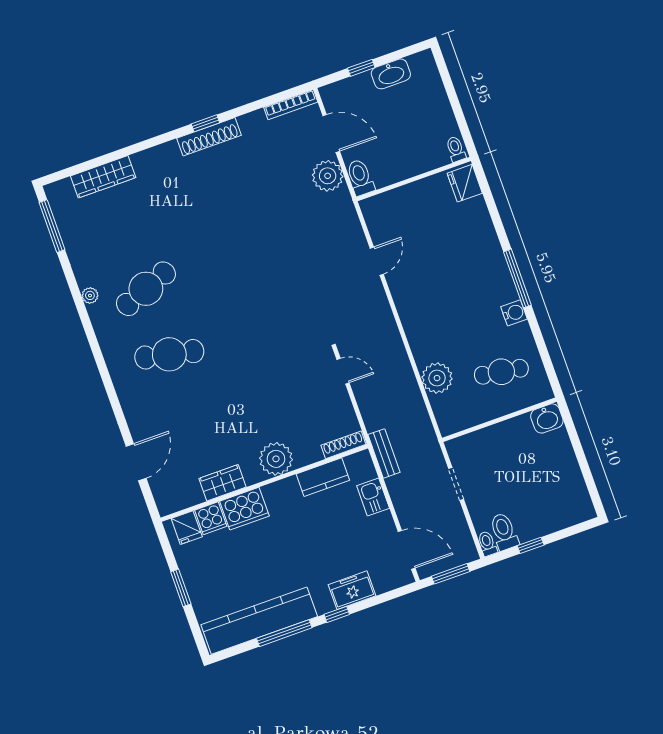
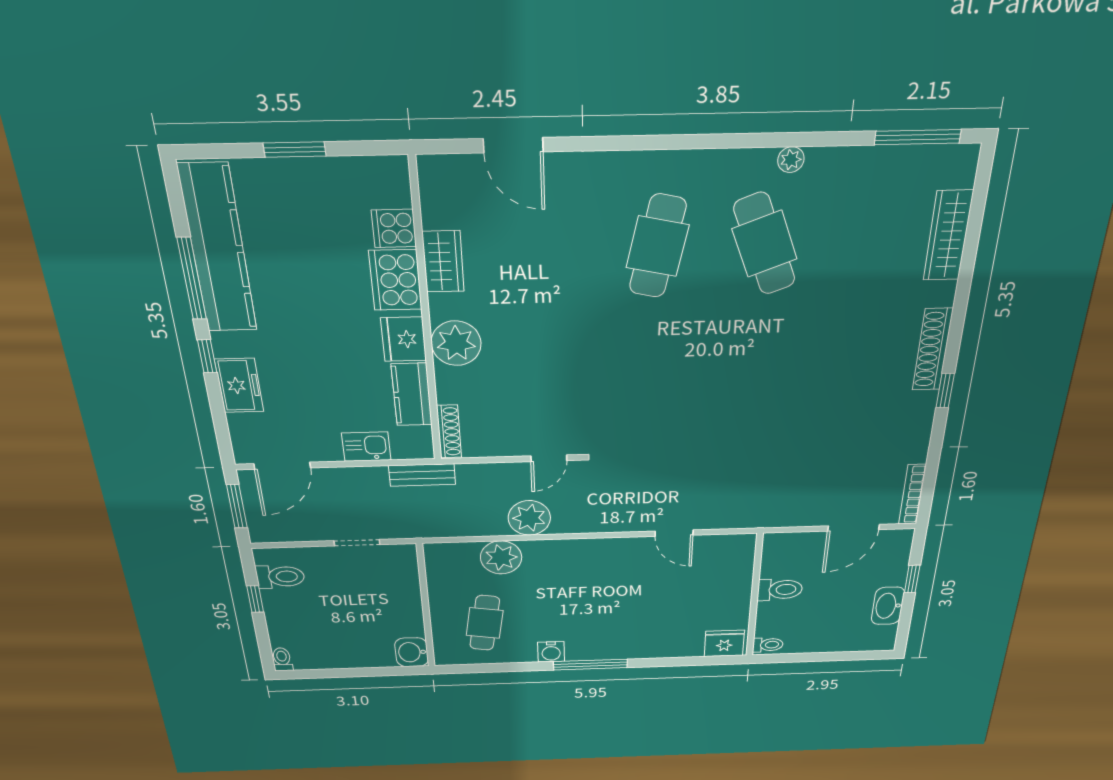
shoe rack: (209, 137) -> (933, 350), moved
plant: (328, 176) -> (529, 518), moved
toilet: (360, 177) -> (780, 590), moved
fridge: (187, 528) -> (404, 339), moved, width x1.38
toilet: (487, 544) -> (282, 659), moved, turned -90

